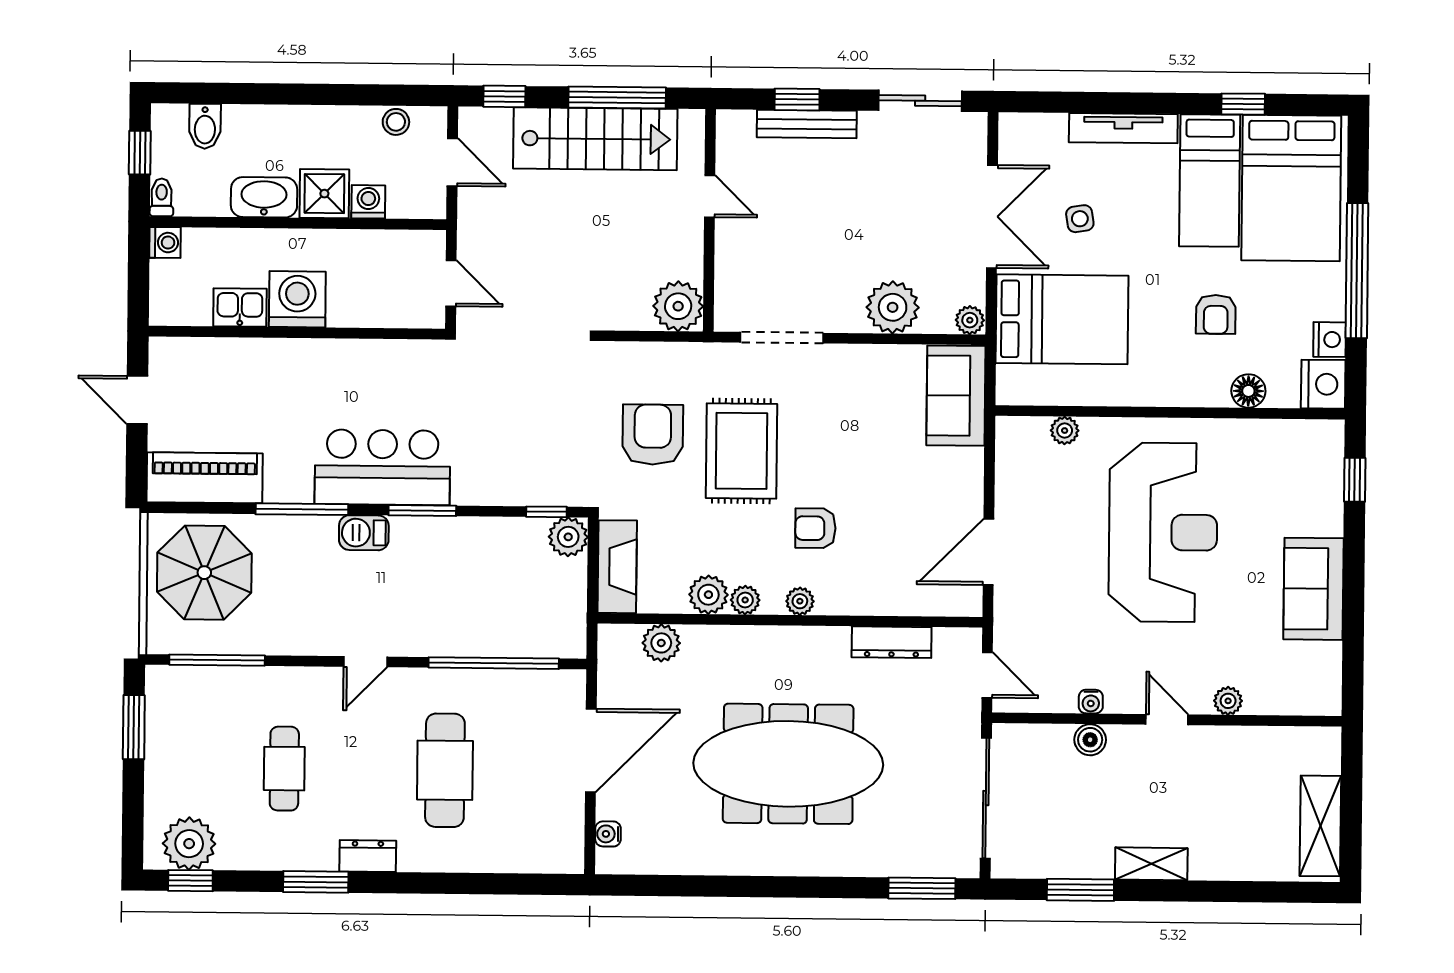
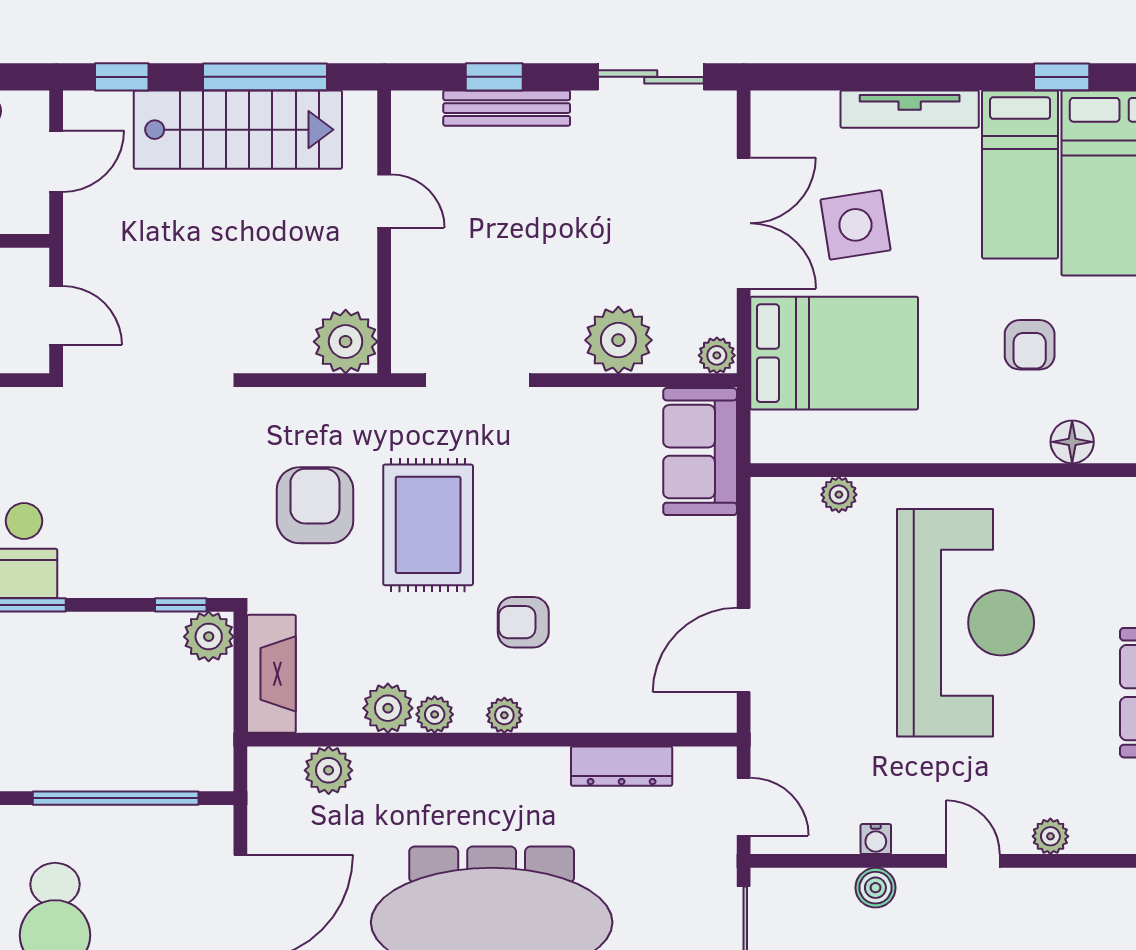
door: (452, 162) -> (56, 161), hinge flipped
side table: (1080, 219) -> (855, 225), width x1.87, depth x1.87

